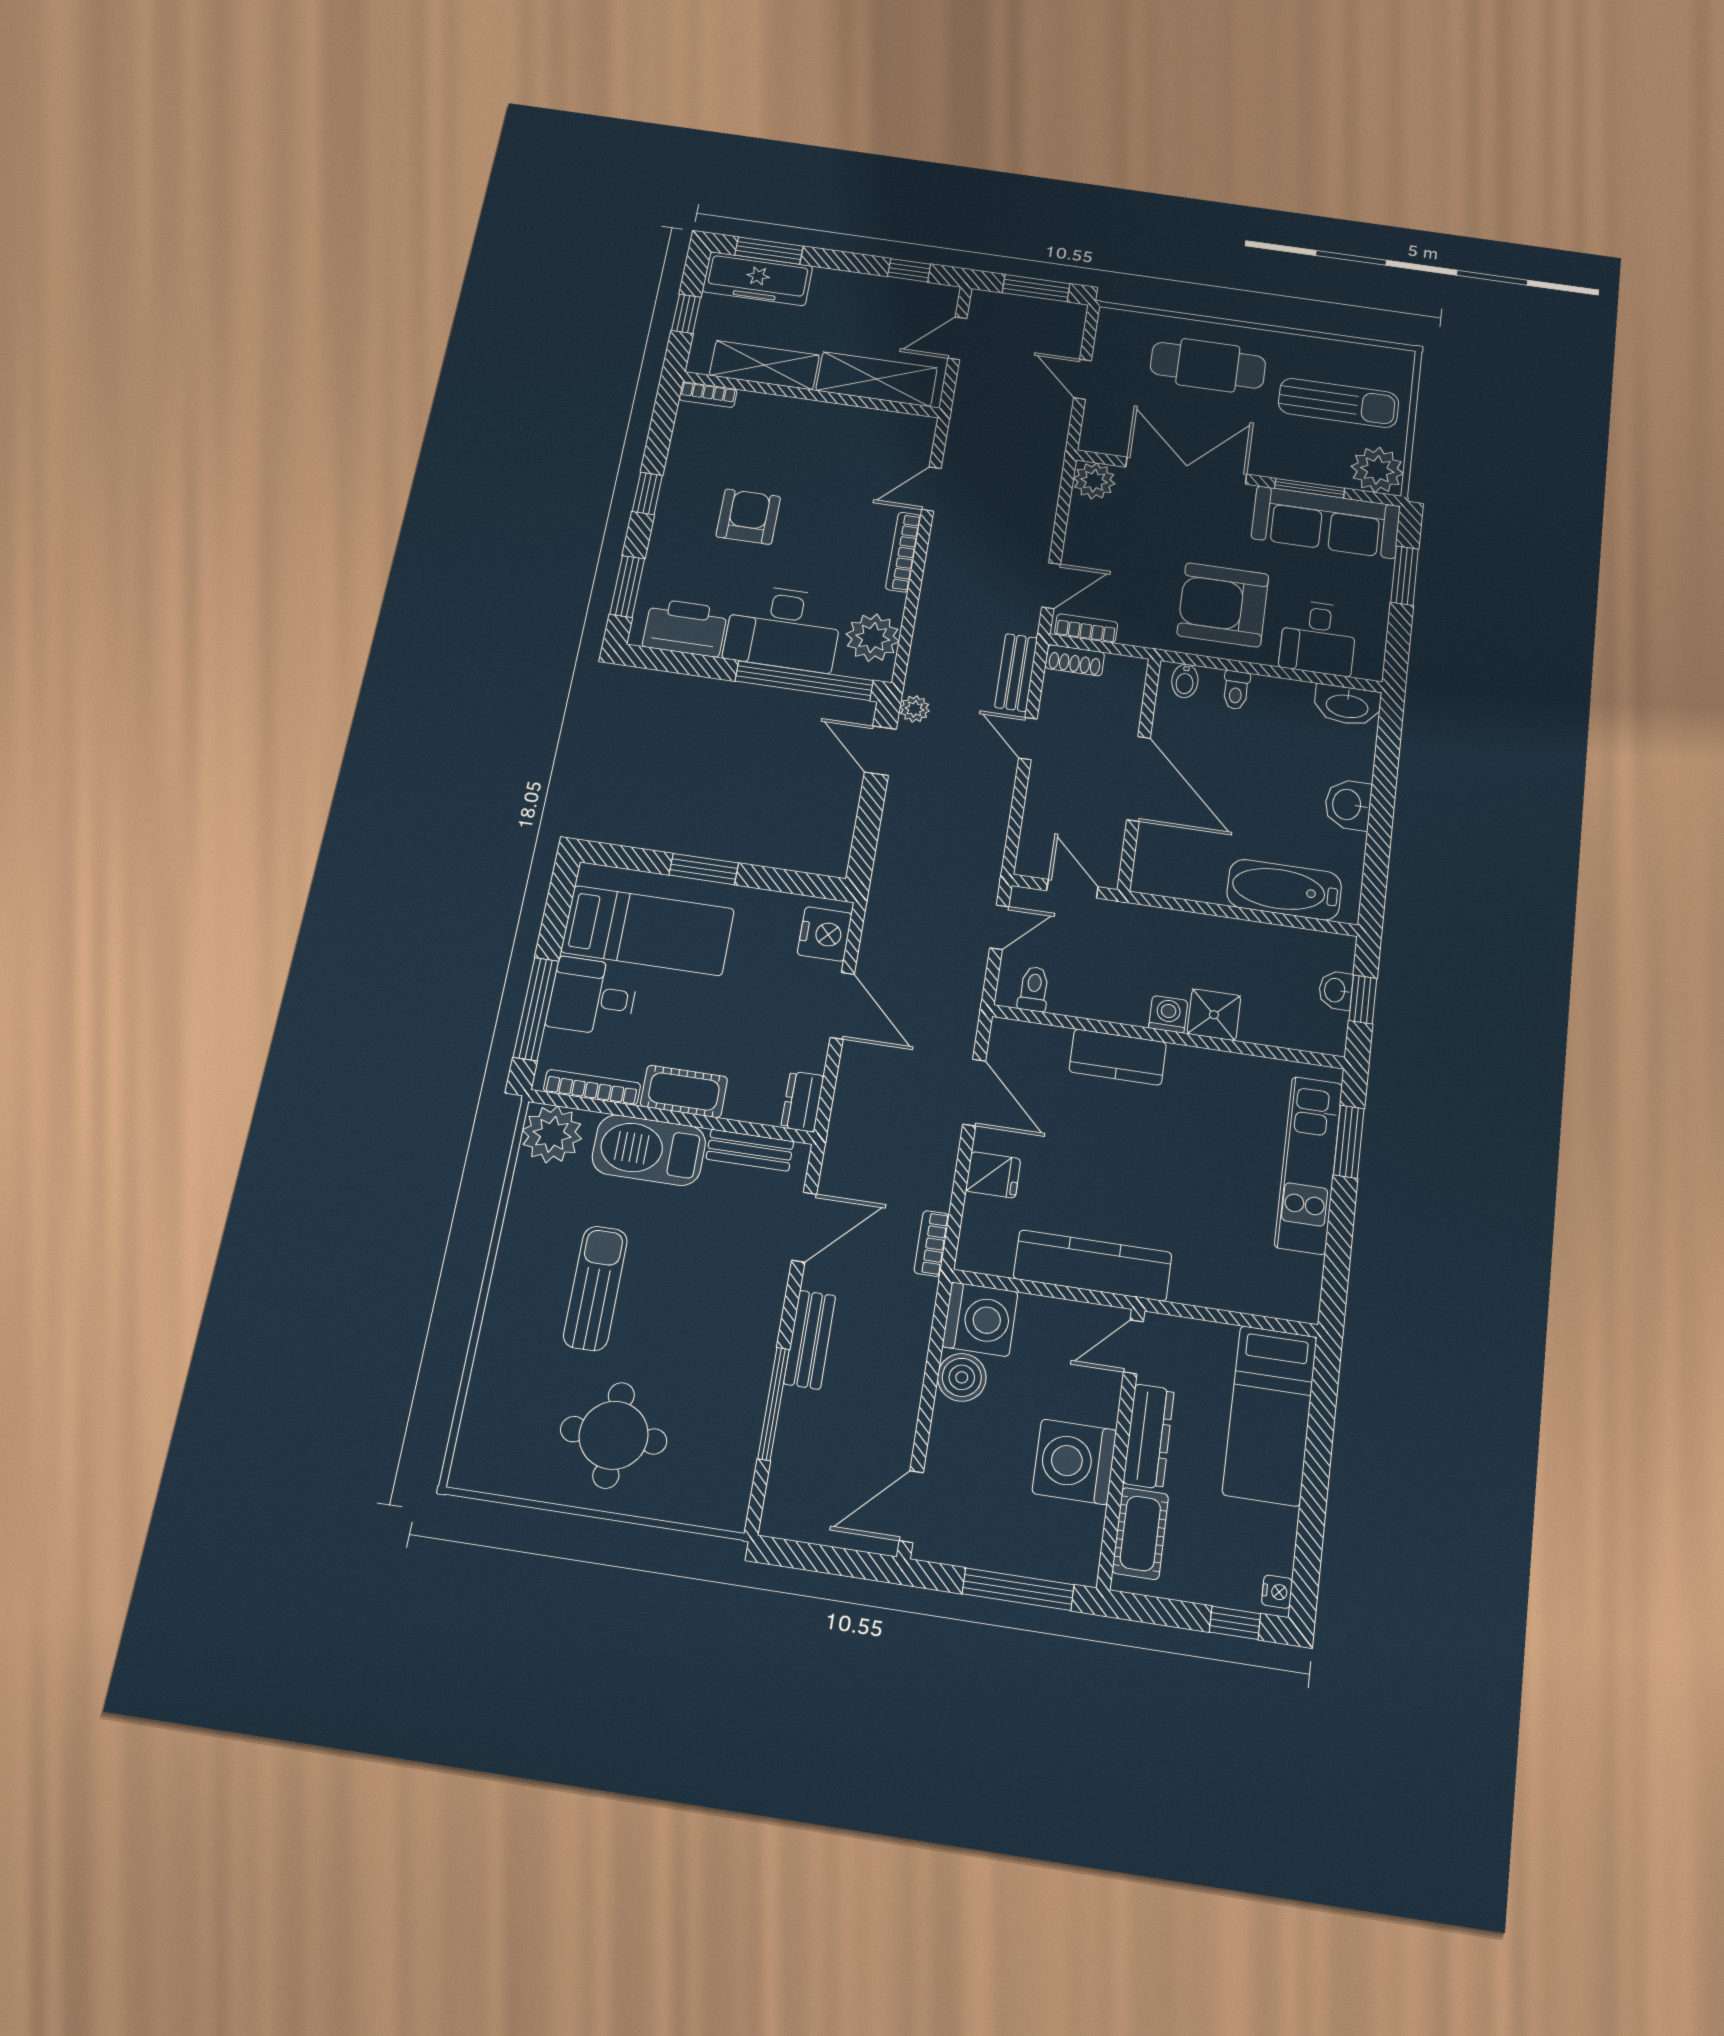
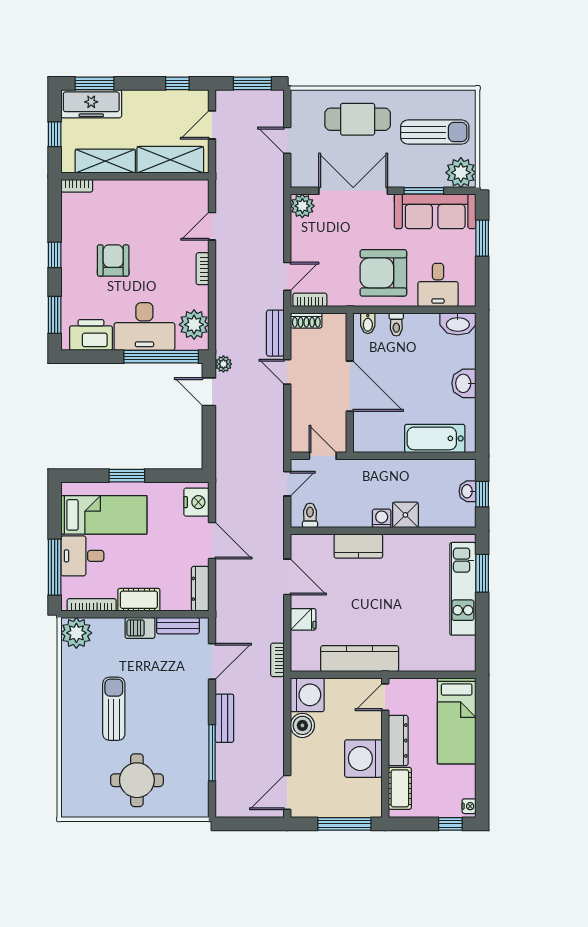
bookcase: (903, 552) -> (203, 269), width x0.64
dresser: (802, 1101) -> (200, 589), width x1.44
barbecue: (649, 1150) -> (140, 628), width x0.53, depth x0.65

